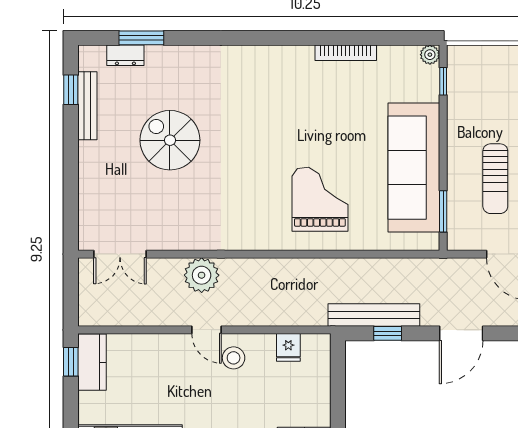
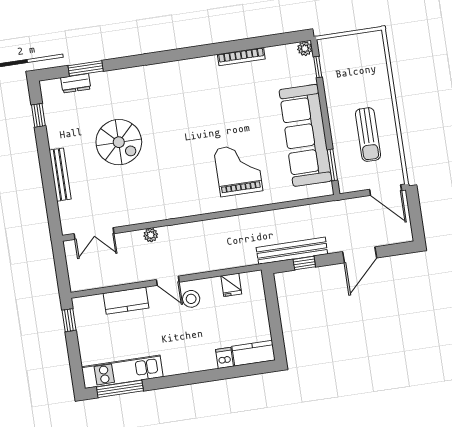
bench: (87, 106) -> (60, 175), moved
spiral stairs: (170, 140) -> (119, 142), turned 180
plant: (202, 275) -> (151, 235), width x0.53, depth x0.53
kitchen counter: (92, 362) -> (126, 301), moved, turned 90

